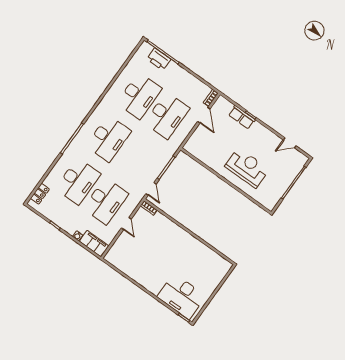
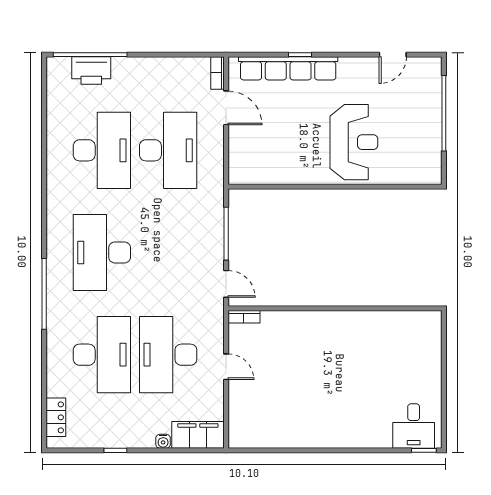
row of seats: (242, 117) -> (288, 68), width x2.02
desk: (109, 138) -> (102, 252), turned 180
reception desk: (247, 168) -> (354, 142), turned 90
desk: (106, 201) -> (168, 355), turned 180
desk: (181, 296) -> (414, 426), width x0.53, depth x0.77

